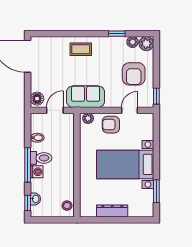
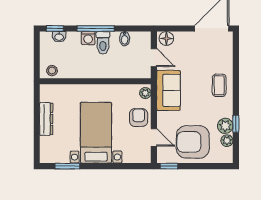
plant: (146, 44) -> (225, 126), moved
armchair: (134, 74) -> (193, 142), width x1.36, depth x1.36

